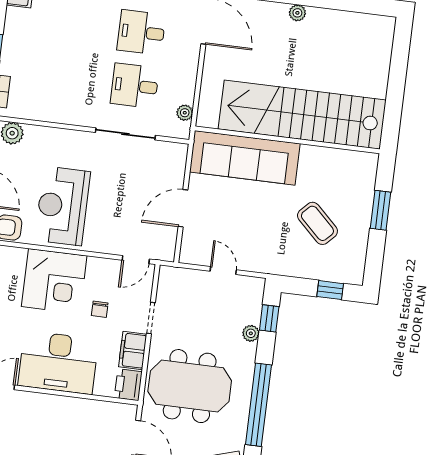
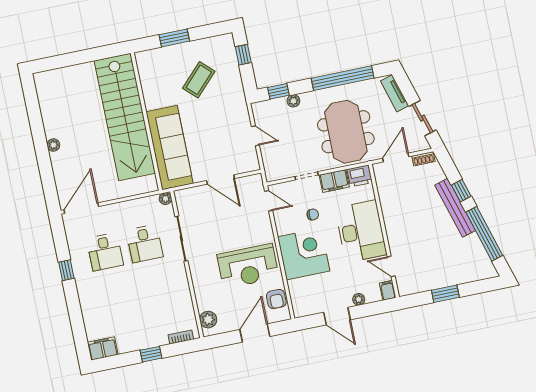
plant: (185, 113) -> (165, 199), moved
door: (223, 271) -> (255, 136), swing flipped

